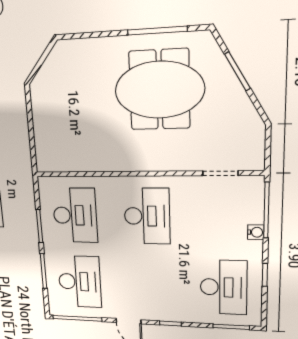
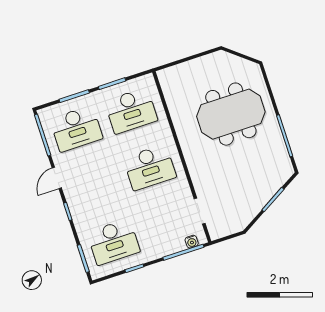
meeting table: (159, 90) -> (231, 114), moved, turned 90
water cooler: (256, 232) -> (192, 242), moved

